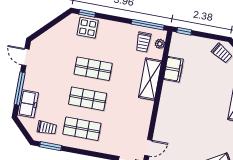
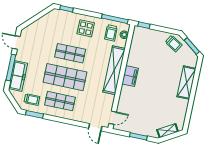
display table: (88, 28) -> (86, 28), moved
filing cabinet: (173, 69) -> (130, 76), moved
shelving: (150, 79) -> (114, 70), width x1.47
shop shelf: (88, 99) -> (65, 77), width x1.43, depth x1.36
freezer: (28, 104) -> (18, 76), width x1.40

